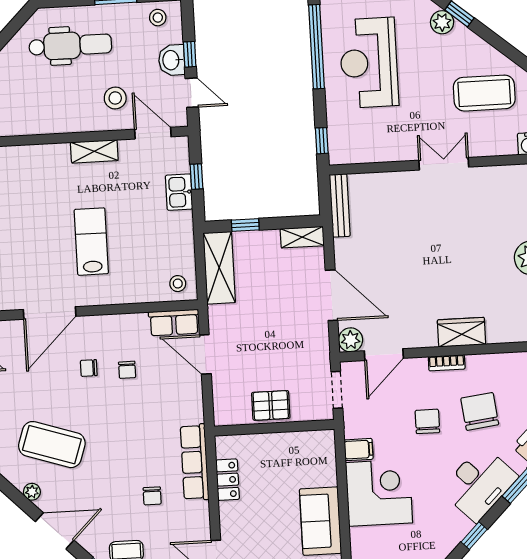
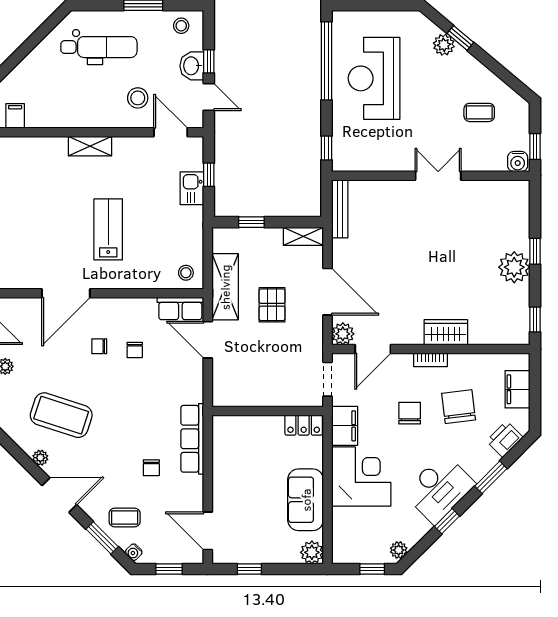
coffee table: (484, 93) -> (479, 112), width x0.54, depth x0.58
shelving: (94, 151) -> (90, 146), moved
shelving: (219, 268) -> (225, 287), moved
pallet: (271, 405) -> (272, 305), moved, turned 90
filing cabinet: (359, 450) -> (345, 426), width x2.00
locker: (228, 480) -> (304, 425), moved, turned 90
desk: (479, 484) -> (439, 489), moved

